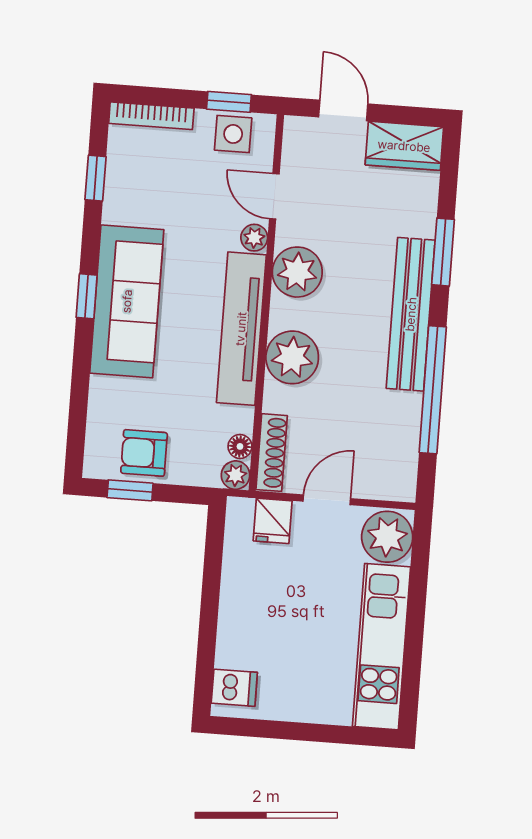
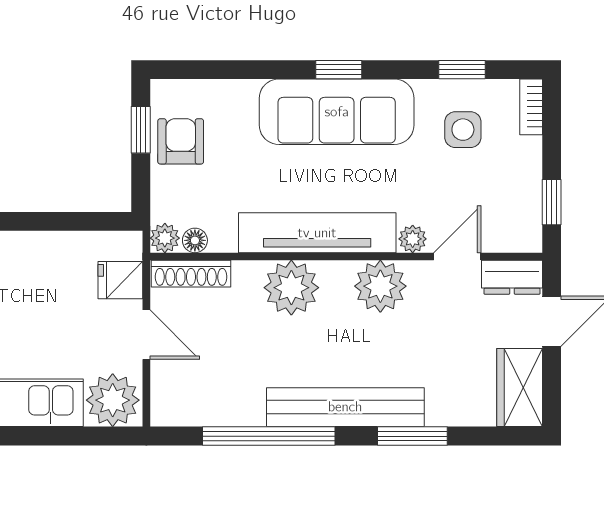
bookcase: (151, 116) -> (531, 107), width x0.64
side table: (233, 134) -> (463, 130), moved
dresser: (298, 145) -> (512, 277), added

